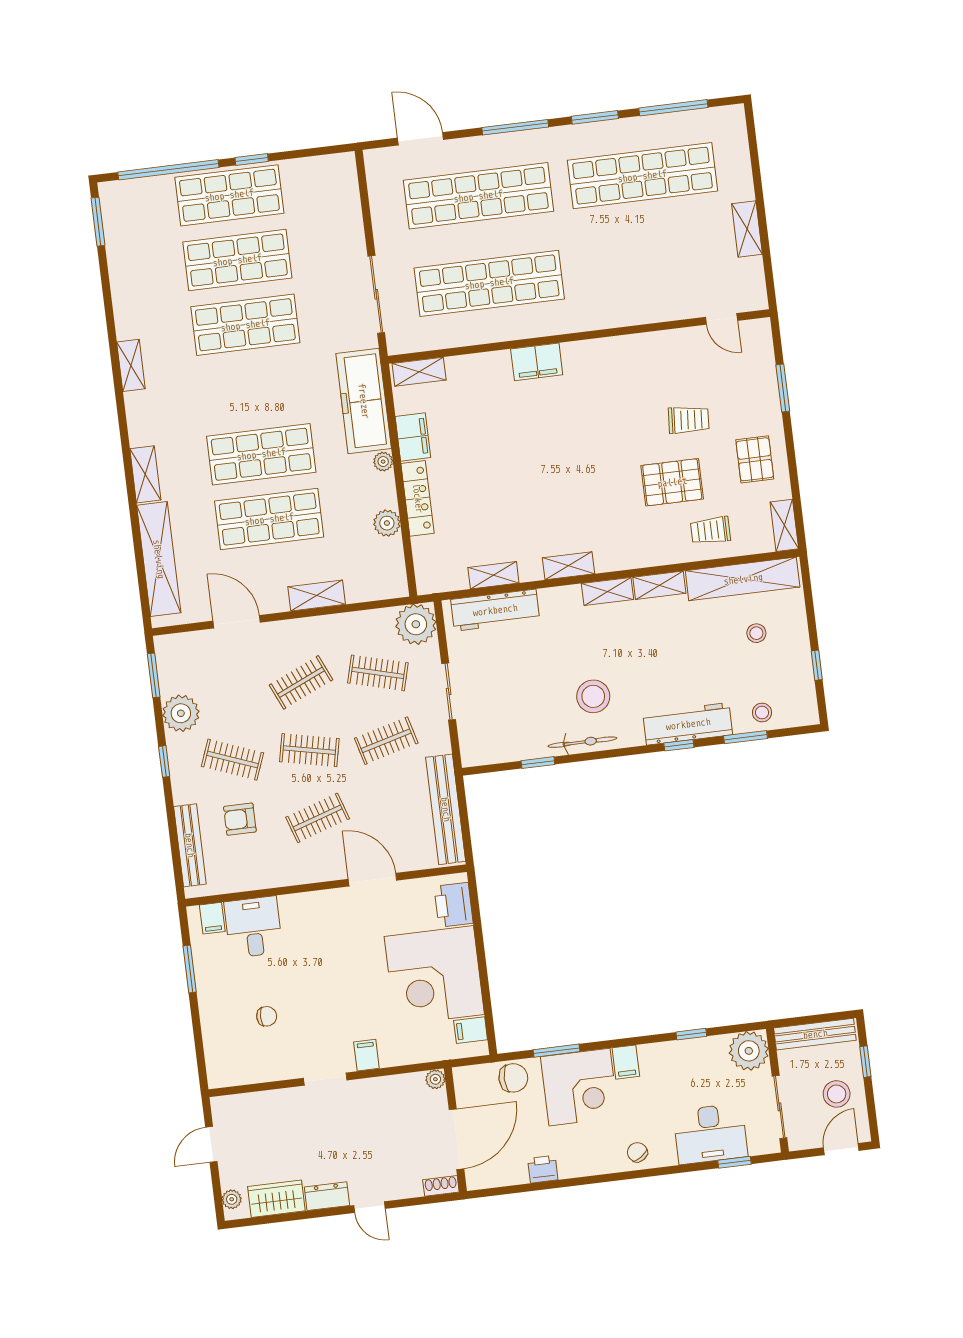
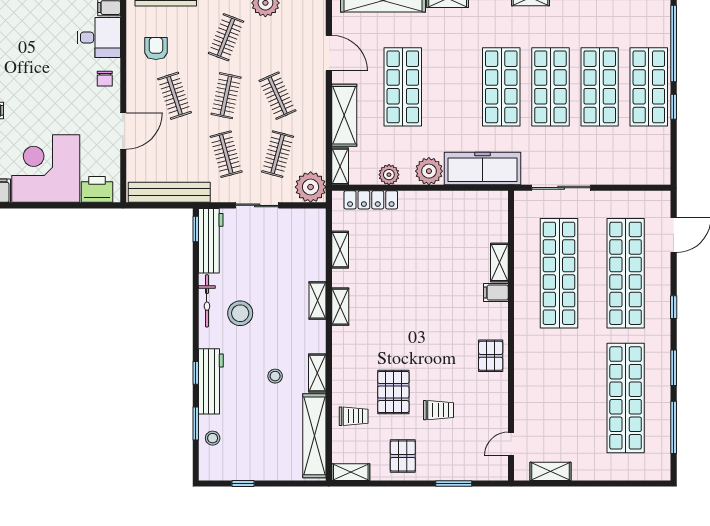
window: (515, 127) -> (674, 307), width x0.46
shelving: (747, 229) -> (551, 471), moved
pallet: (609, 360) -> (491, 356), added
filing cabinet: (537, 362) -> (496, 293), width x0.50
shelving: (419, 372) -> (499, 262), moved
trolley: (689, 420) -> (439, 410), turned -94
filing cabinet: (413, 437) -> (451, 202), removed
shop shelf: (261, 454) -> (501, 87), moved
pallet: (755, 459) -> (403, 456), turned 90
plant: (383, 462) -> (429, 171), width x1.88, depth x1.88
locker: (418, 498) -> (371, 200), moved
trolley: (710, 530) -> (354, 416), turned 90
shelving: (384, 589) -> (340, 166), added
shelving: (607, 591) -> (317, 301), moved
shelving: (317, 596) -> (344, 115), width x1.50, depth x1.33
workbench: (495, 610) -> (211, 241), moved, turned 180
door: (237, 622) -> (329, 53), hinge flipped
stool: (756, 633) -> (275, 376), moved
window: (538, 763) -> (196, 229), moved
armchair: (240, 819) -> (156, 48), moved
chair: (267, 1016) -> (105, 79), moved

